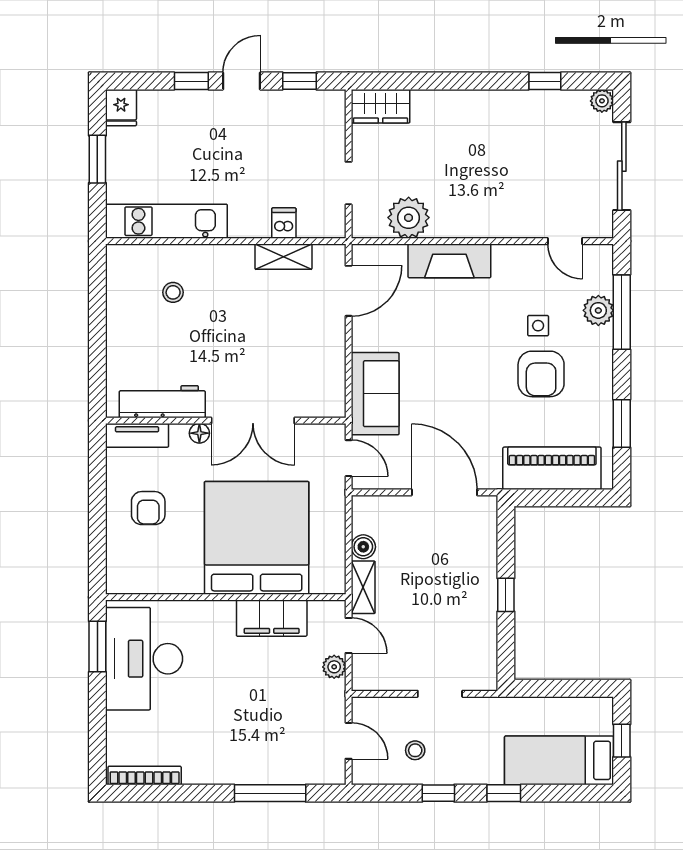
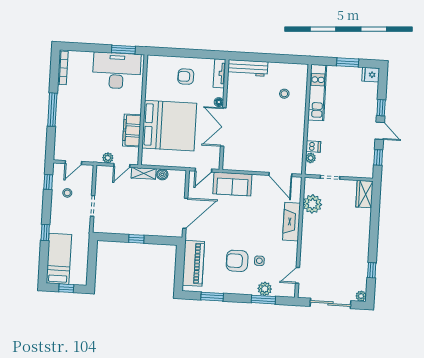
plant: (309, 227) -> (311, 158), added
shelving: (283, 257) -> (298, 145), removed
window: (622, 312) -> (263, 300), width x0.69
workbench: (162, 402) -> (248, 68), moved, turned 90
window: (270, 793) -> (52, 110), moved
window: (438, 793) -> (48, 182), moved

